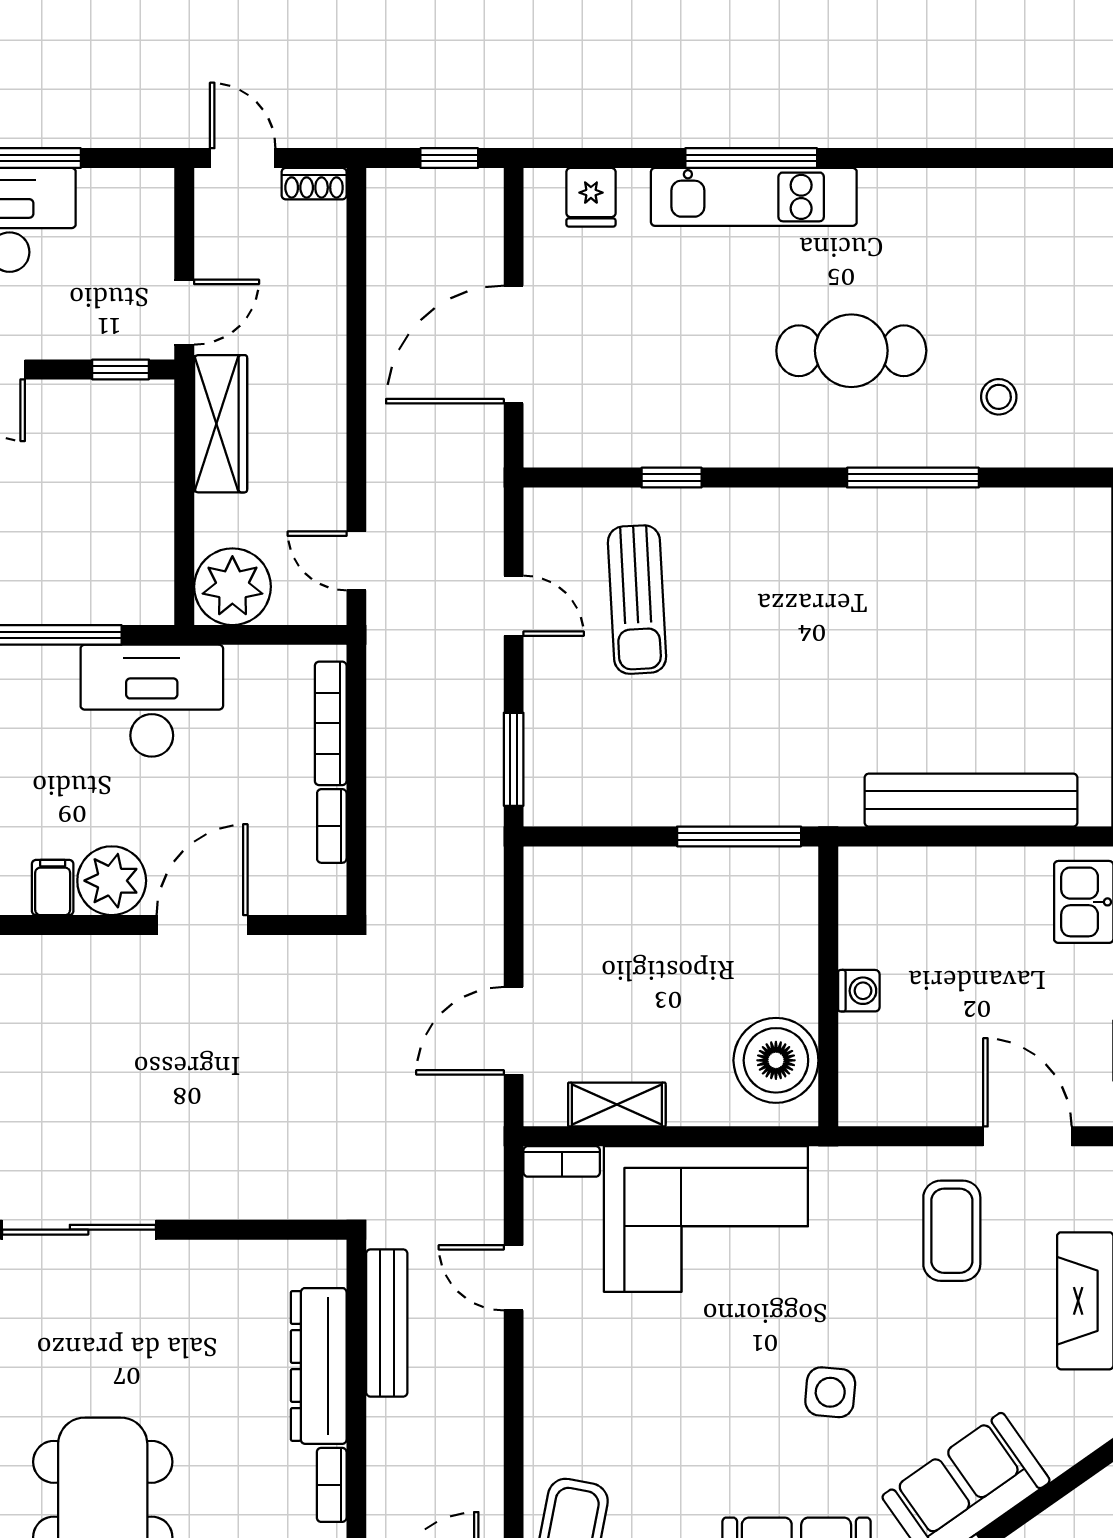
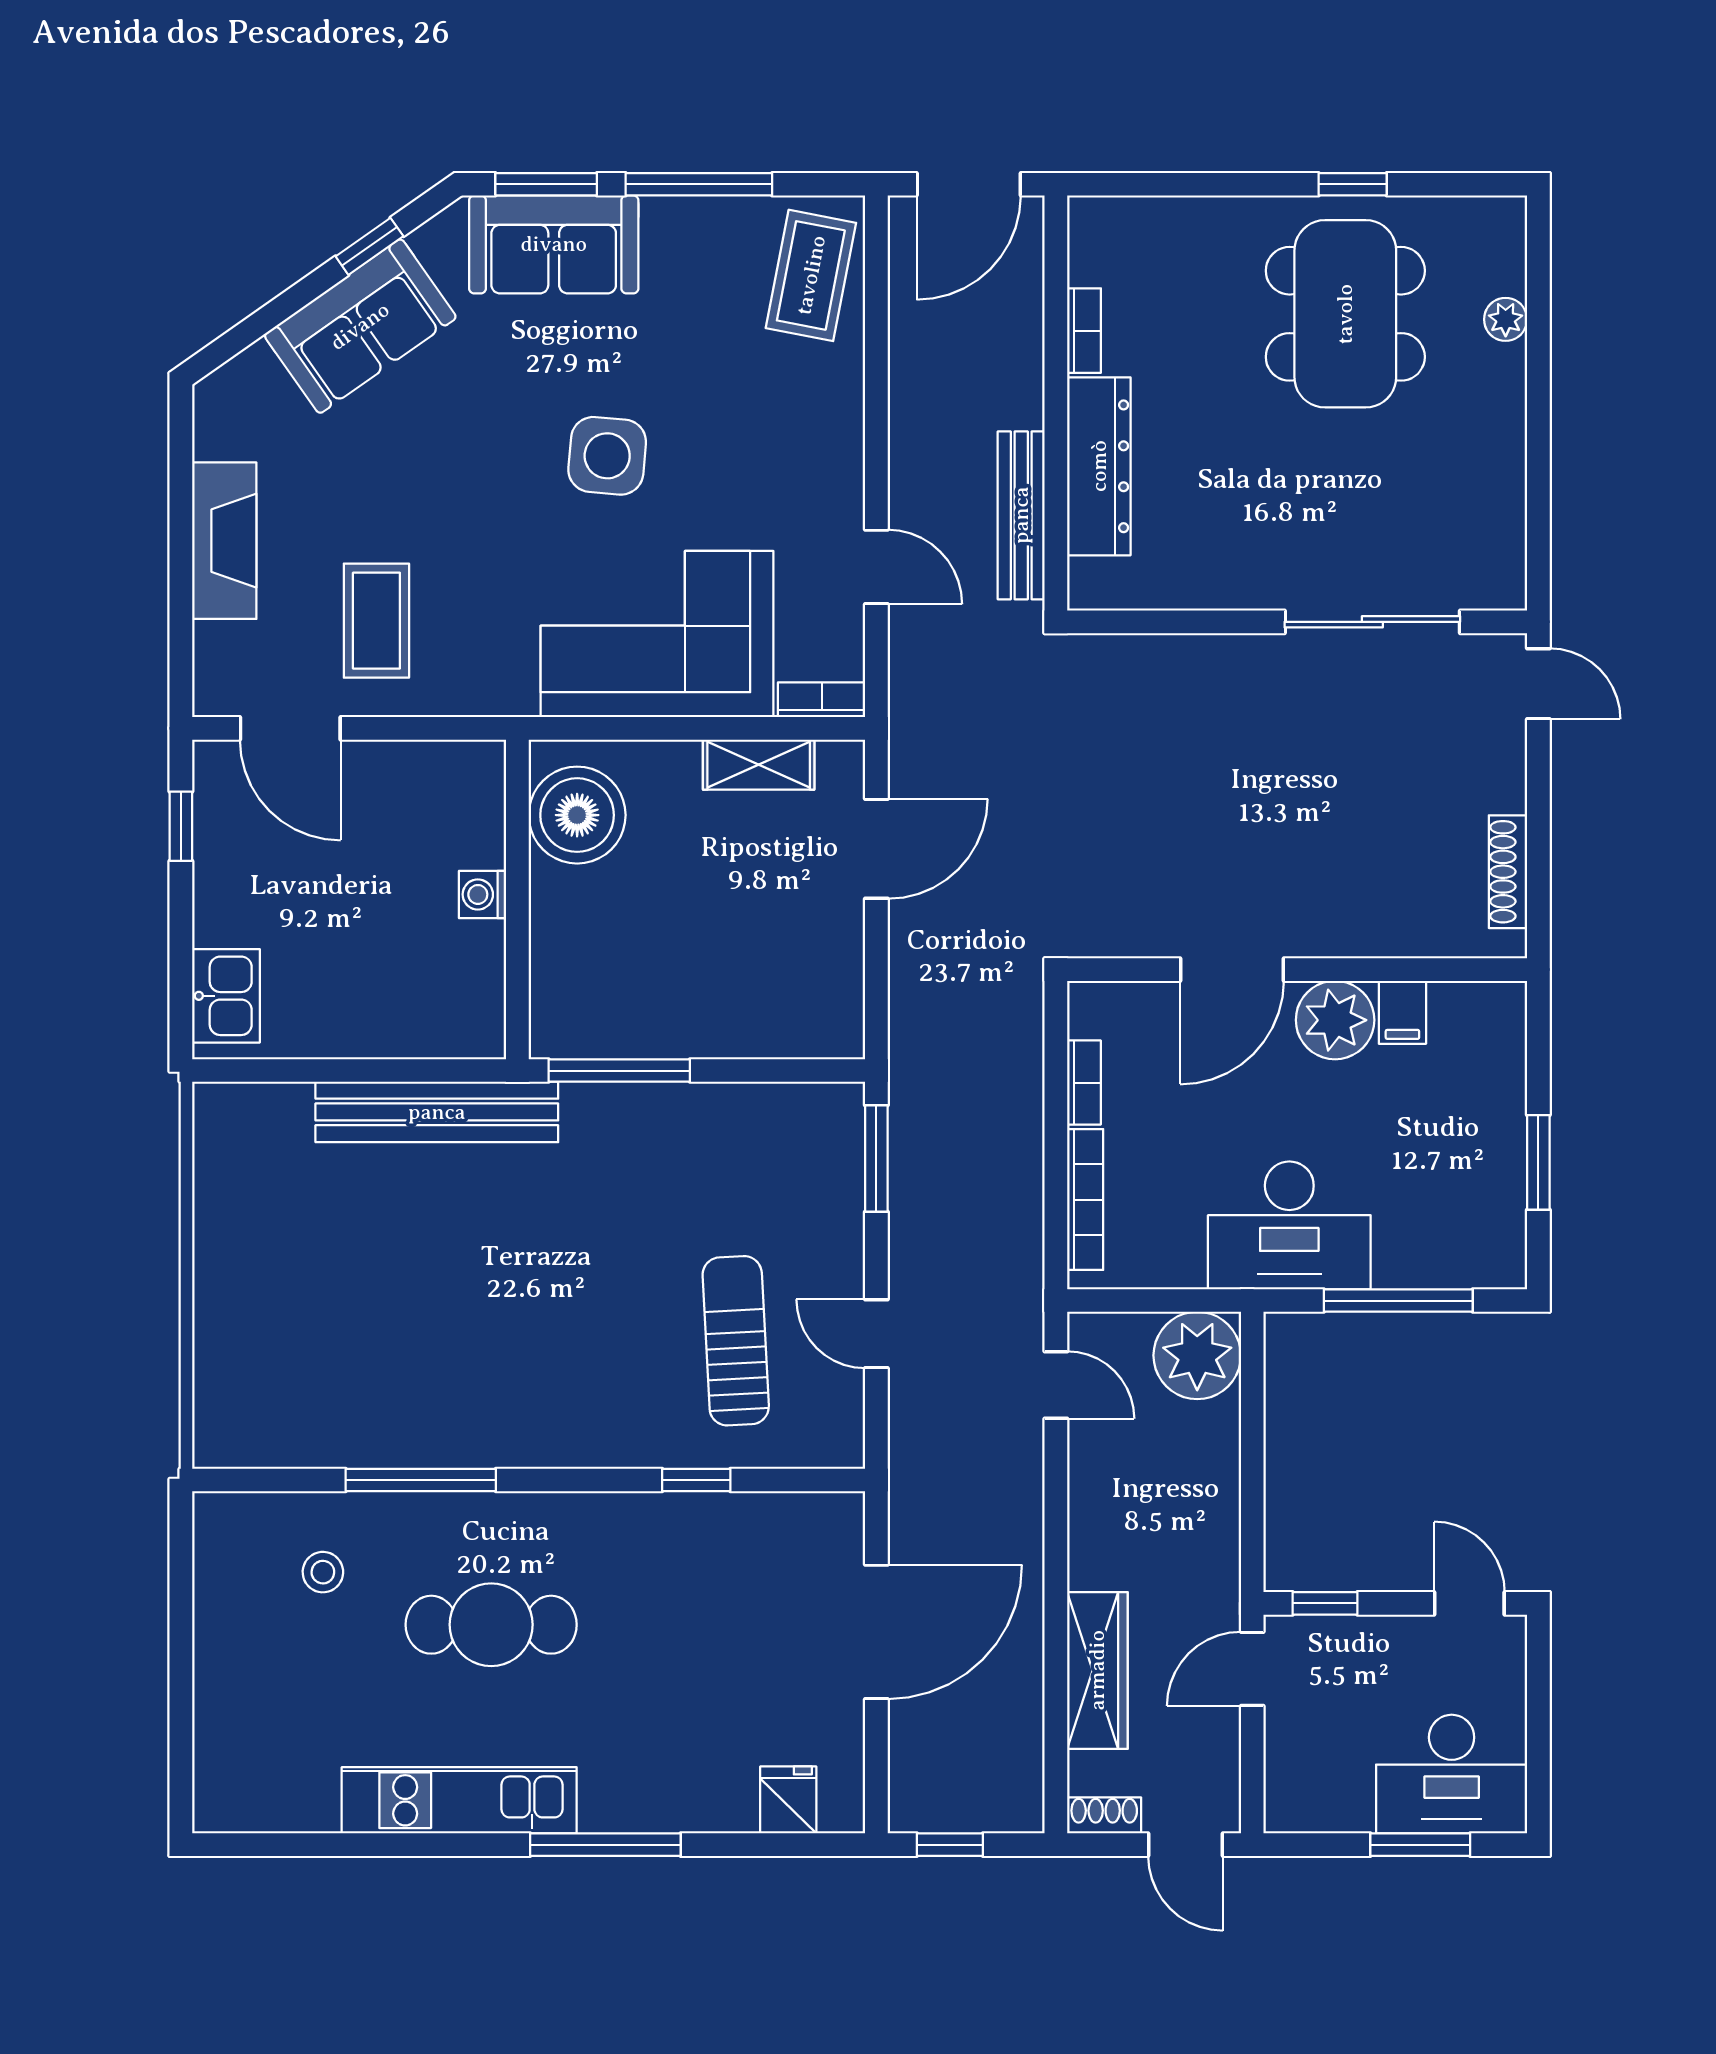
kitchen unit: (754, 197) -> (459, 1800), moved
wardrobe: (221, 424) -> (1097, 1670), moved, turned 180
bench: (971, 800) -> (437, 1112), moved
side table: (830, 1392) -> (607, 456), moved, width x1.37, depth x1.37

